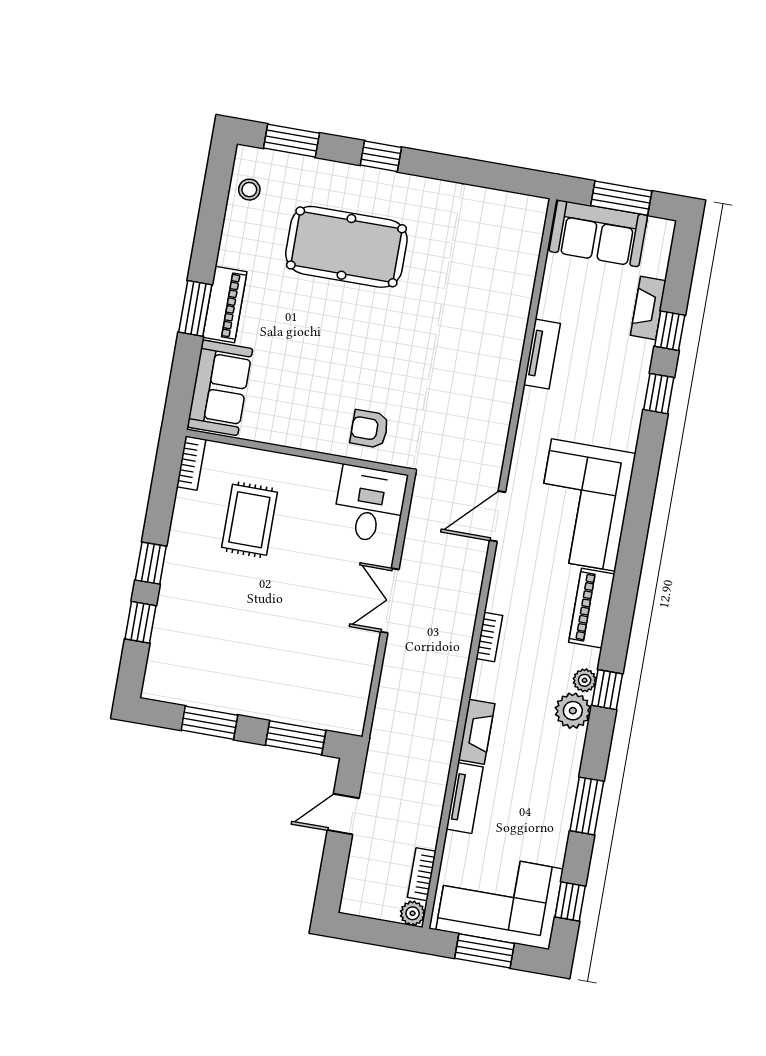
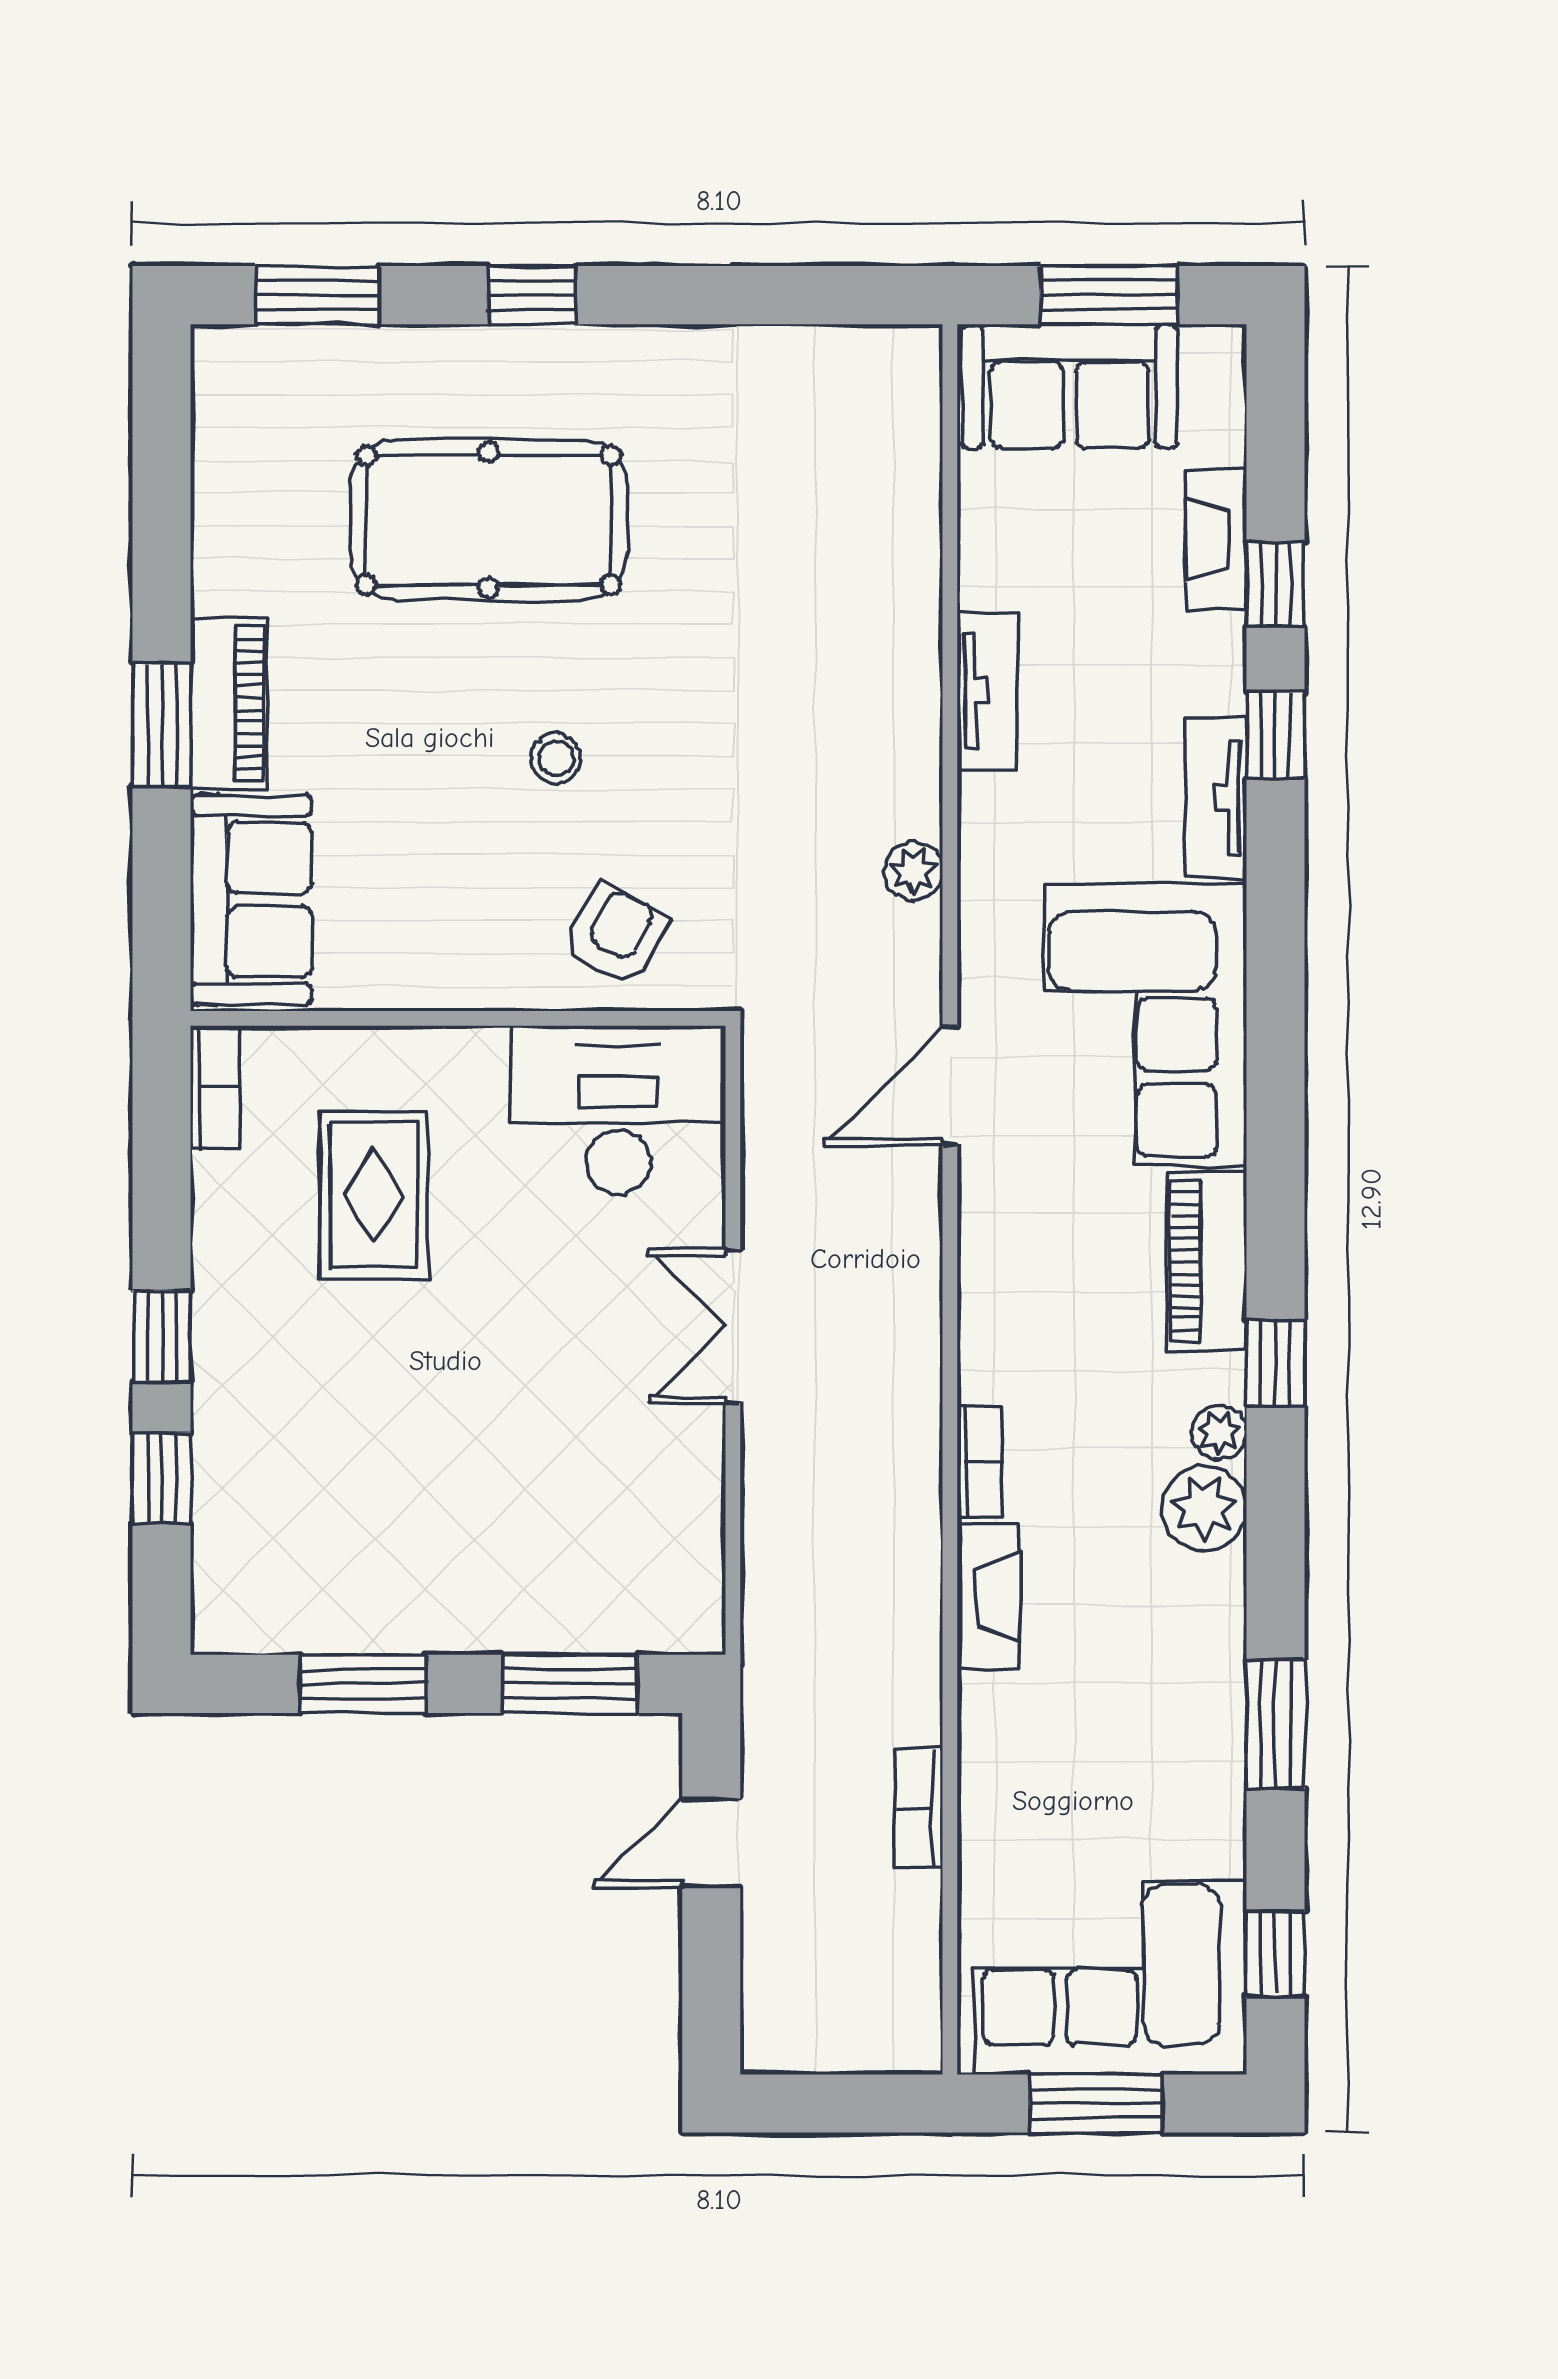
stool: (249, 190) -> (556, 758), moved
armchair: (369, 429) -> (616, 935), turned 119
desk: (370, 504) -> (618, 1110), width x1.37
bookcase: (489, 637) -> (980, 1462), moved
window: (607, 690) -> (1275, 1363), moved
tv unit: (465, 798) -> (1216, 797), moved, turned 180
bookcase: (422, 874) -> (919, 1808), moved
plant: (413, 913) -> (913, 871), moved

